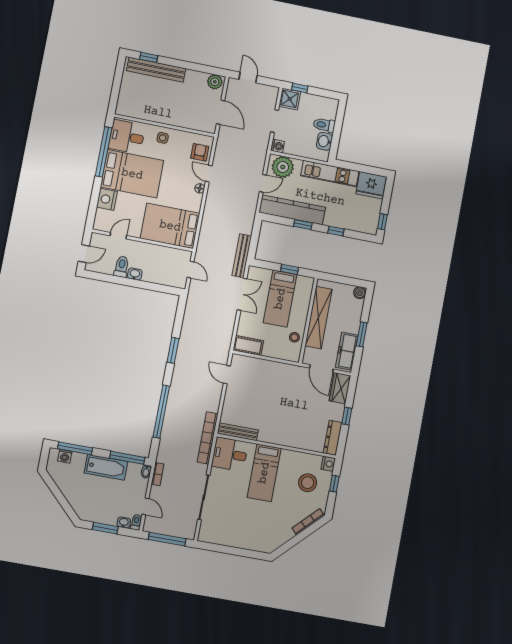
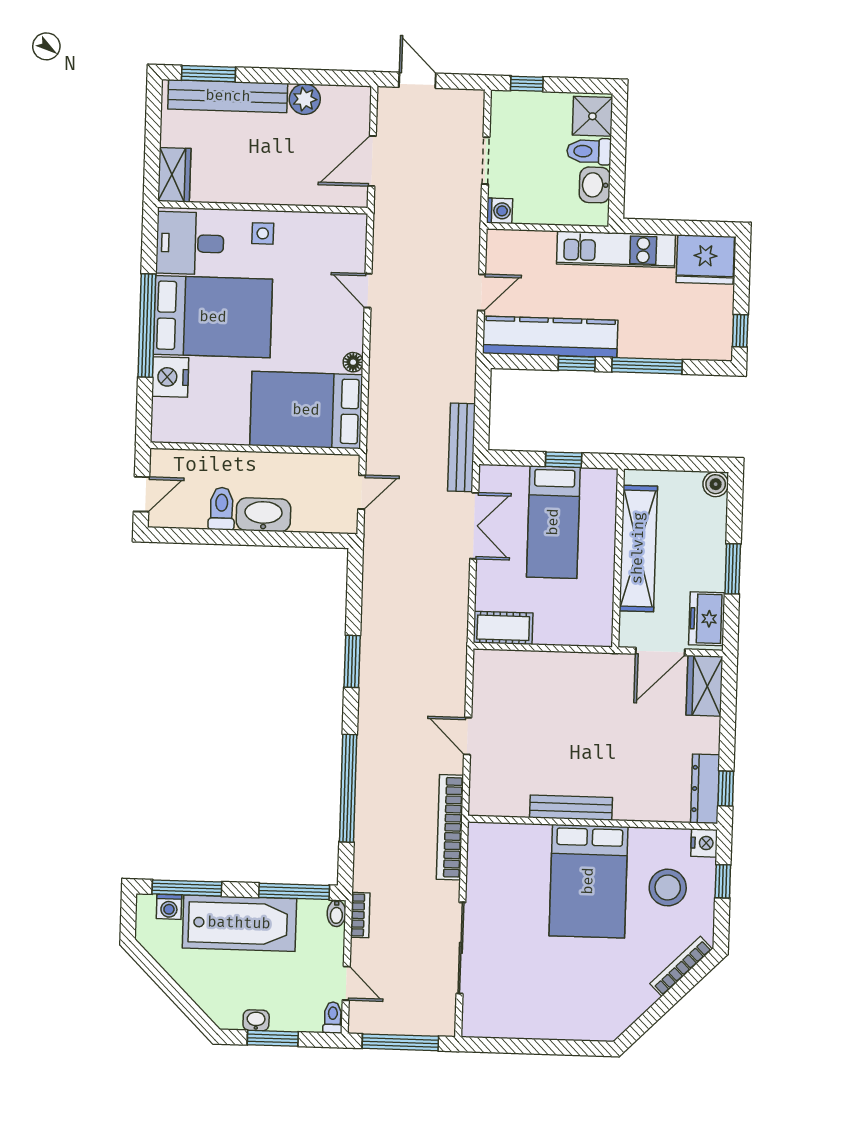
window: (149, 57) -> (209, 74), width x1.50
plant: (215, 82) -> (305, 99), moved
shower: (290, 99) -> (592, 116), moved
wardrobe: (124, 103) -> (174, 175), added
door: (220, 112) -> (372, 161), swing flipped
window: (104, 152) -> (147, 325), moved
armchair: (200, 152) -> (343, 250), removed
plant: (283, 167) -> (517, 252), removed
floor lamp: (200, 188) -> (353, 362), moved
window: (336, 231) -> (647, 366), width x2.17
door: (118, 236) -> (205, 447), removed
door: (191, 270) -> (362, 492), hinge flipped
washbasin: (135, 274) -> (263, 515), width x1.91, depth x1.45
stool: (294, 337) -> (595, 596), removed
freezer: (347, 351) -> (707, 619), width x0.71
door: (321, 369) -> (660, 652), hinge flipped
door: (227, 375) -> (468, 736), moved
window: (347, 416) -> (726, 789), moved
bench: (238, 432) -> (571, 808), moved
desk: (230, 454) -> (500, 853), removed
bathtub: (106, 467) -> (239, 923), width x1.36, depth x1.36
bed: (264, 473) -> (588, 881), width x1.50
washbasin: (124, 523) -> (256, 1020), moved

